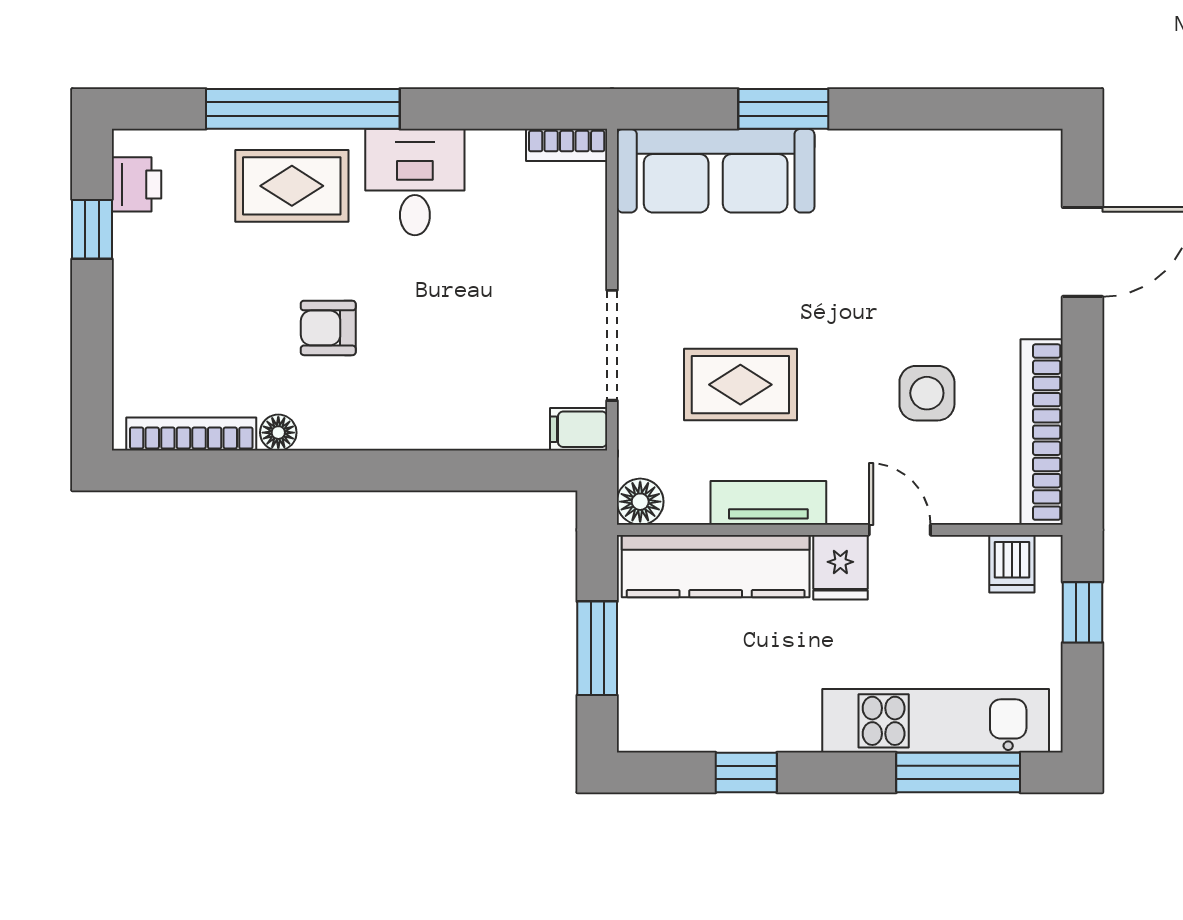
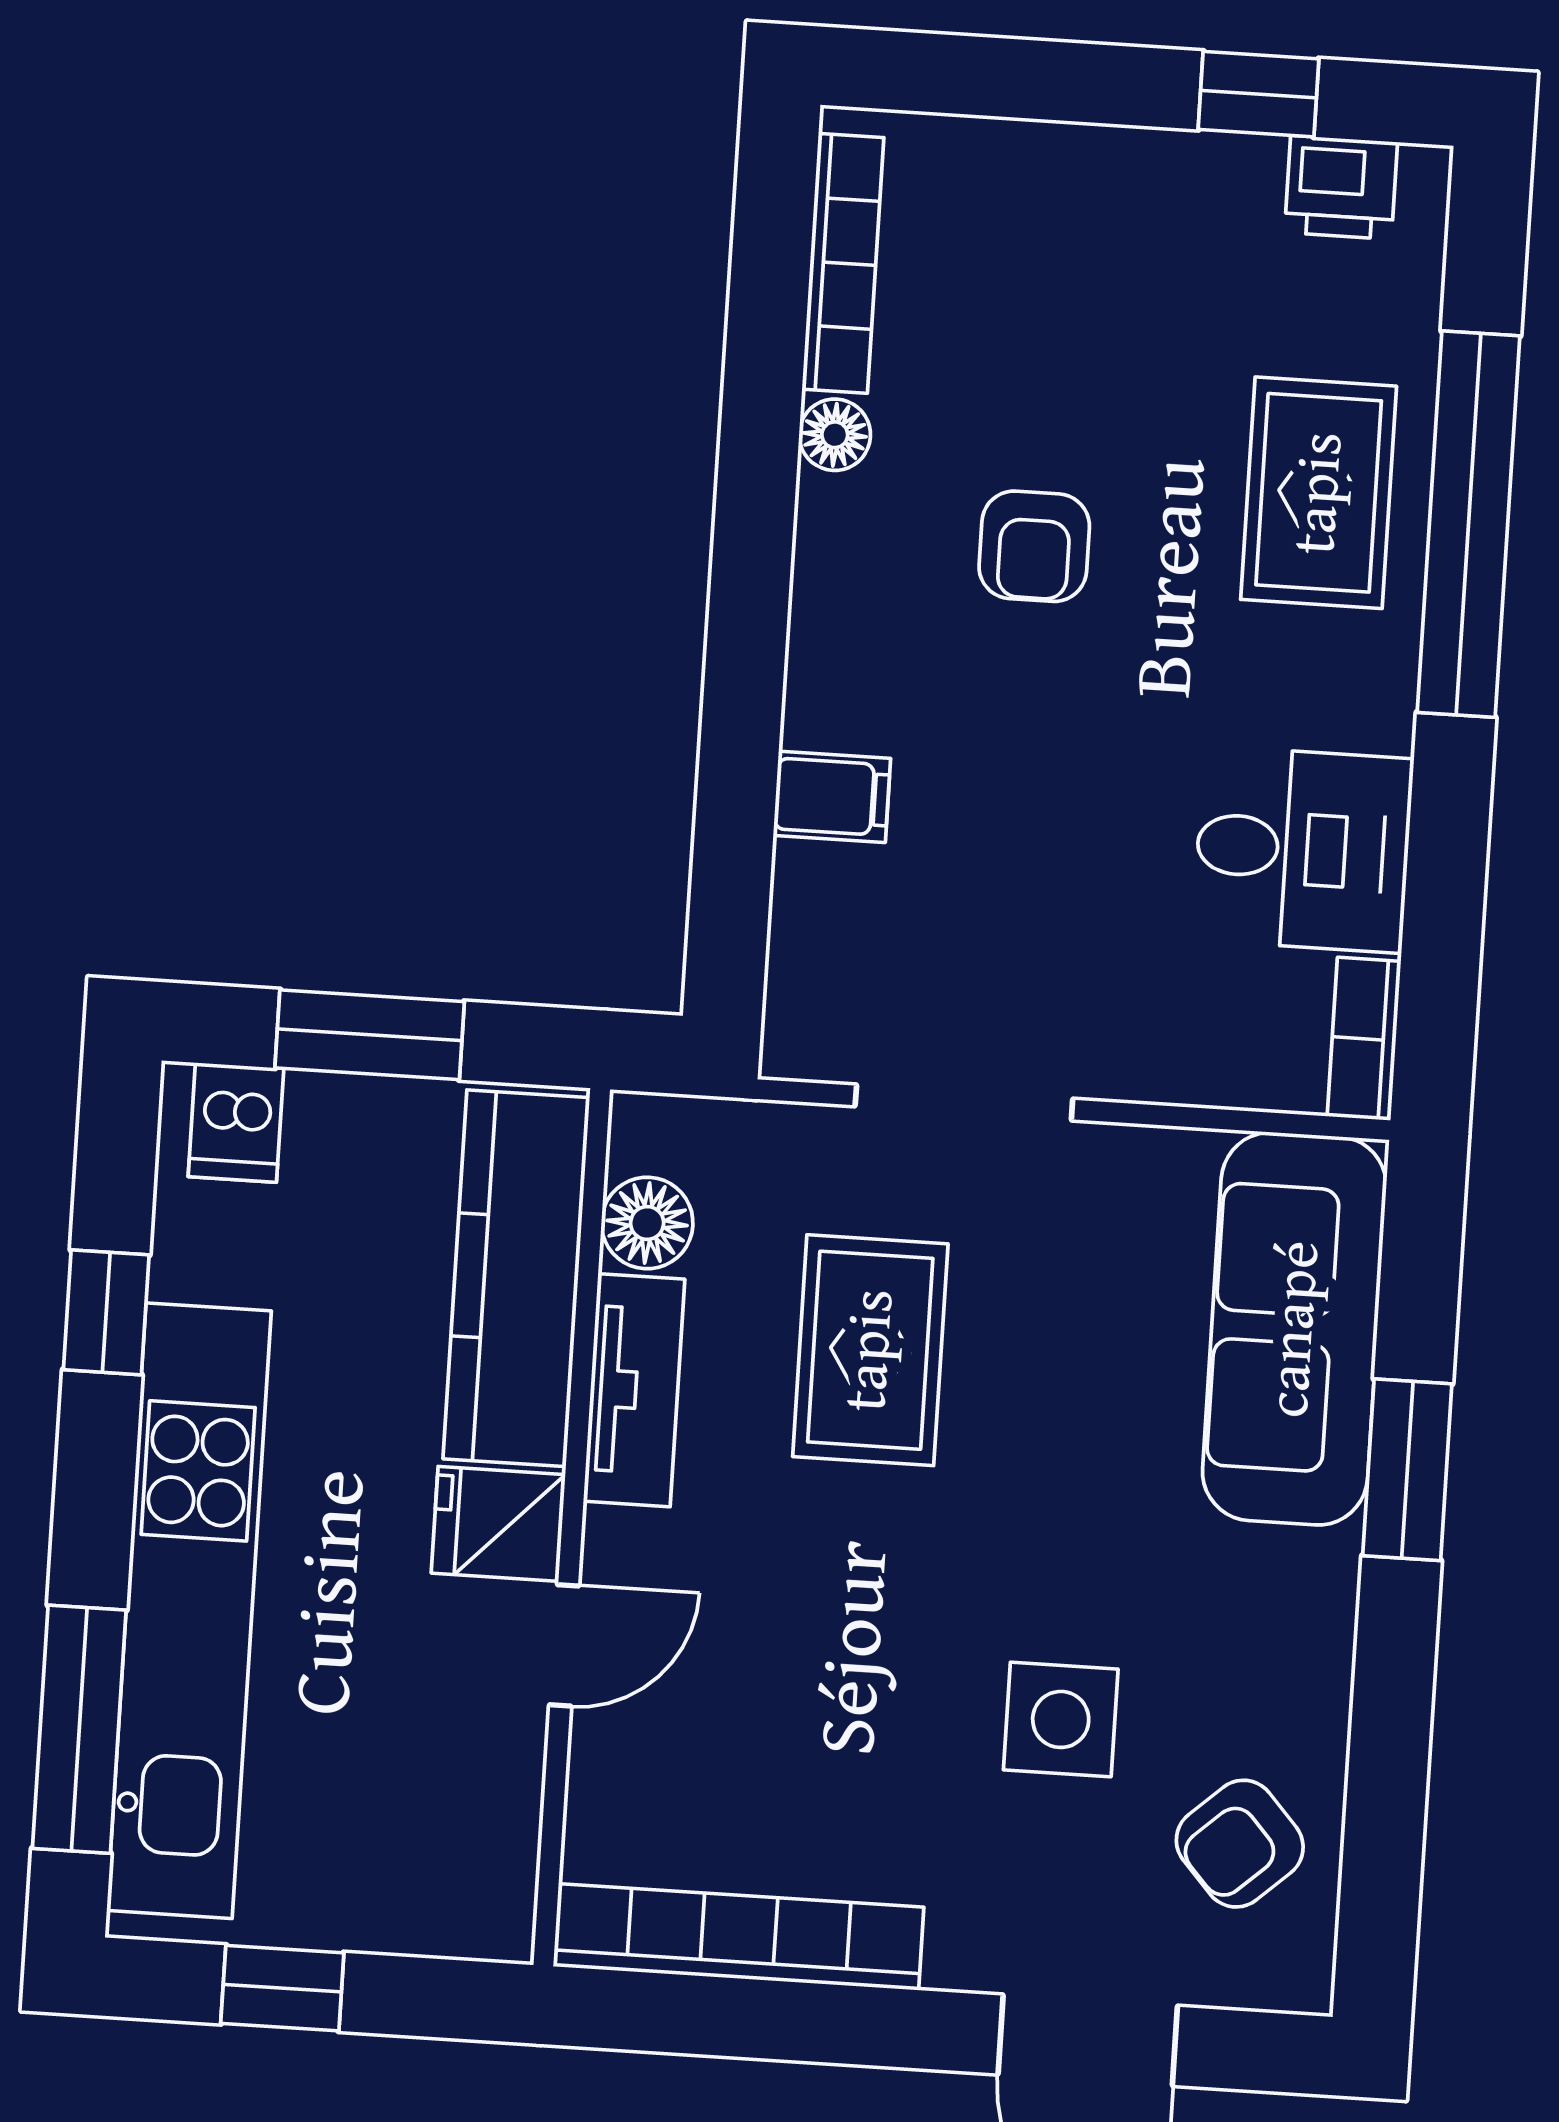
desk: (415, 182) -> (1303, 849), moved
armchair: (978, 182) -> (1240, 1844), added
armchair: (328, 328) -> (1034, 546), turned 180
side table: (927, 393) -> (1061, 1719), moved
filing cabinet: (579, 429) -> (832, 797), moved, turned 90
floor lamp: (640, 502) -> (647, 1223), moved
dishwasher: (1012, 564) -> (236, 1122), moved, turned -90
window: (1082, 612) -> (282, 1988), moved
kitchen unit: (936, 721) -> (189, 1611), width x1.36

